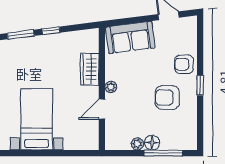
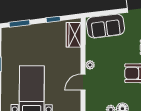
window: (51, 31) -> (53, 19), moved
wardrobe: (90, 69) -> (74, 35), moved

